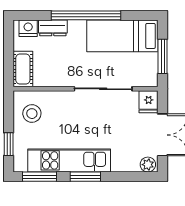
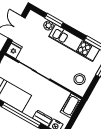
plant: (148, 165) -> (48, 25), moved
window: (85, 177) -> (54, 20), moved

